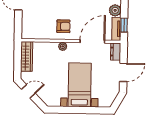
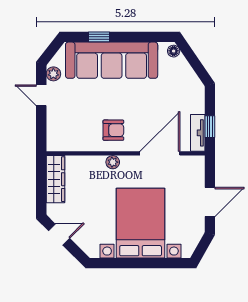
plant: (115, 10) -> (195, 103), removed
dresser: (116, 52) -> (197, 169), removed
bed with nightstands: (80, 85) -> (141, 223), width x1.36

